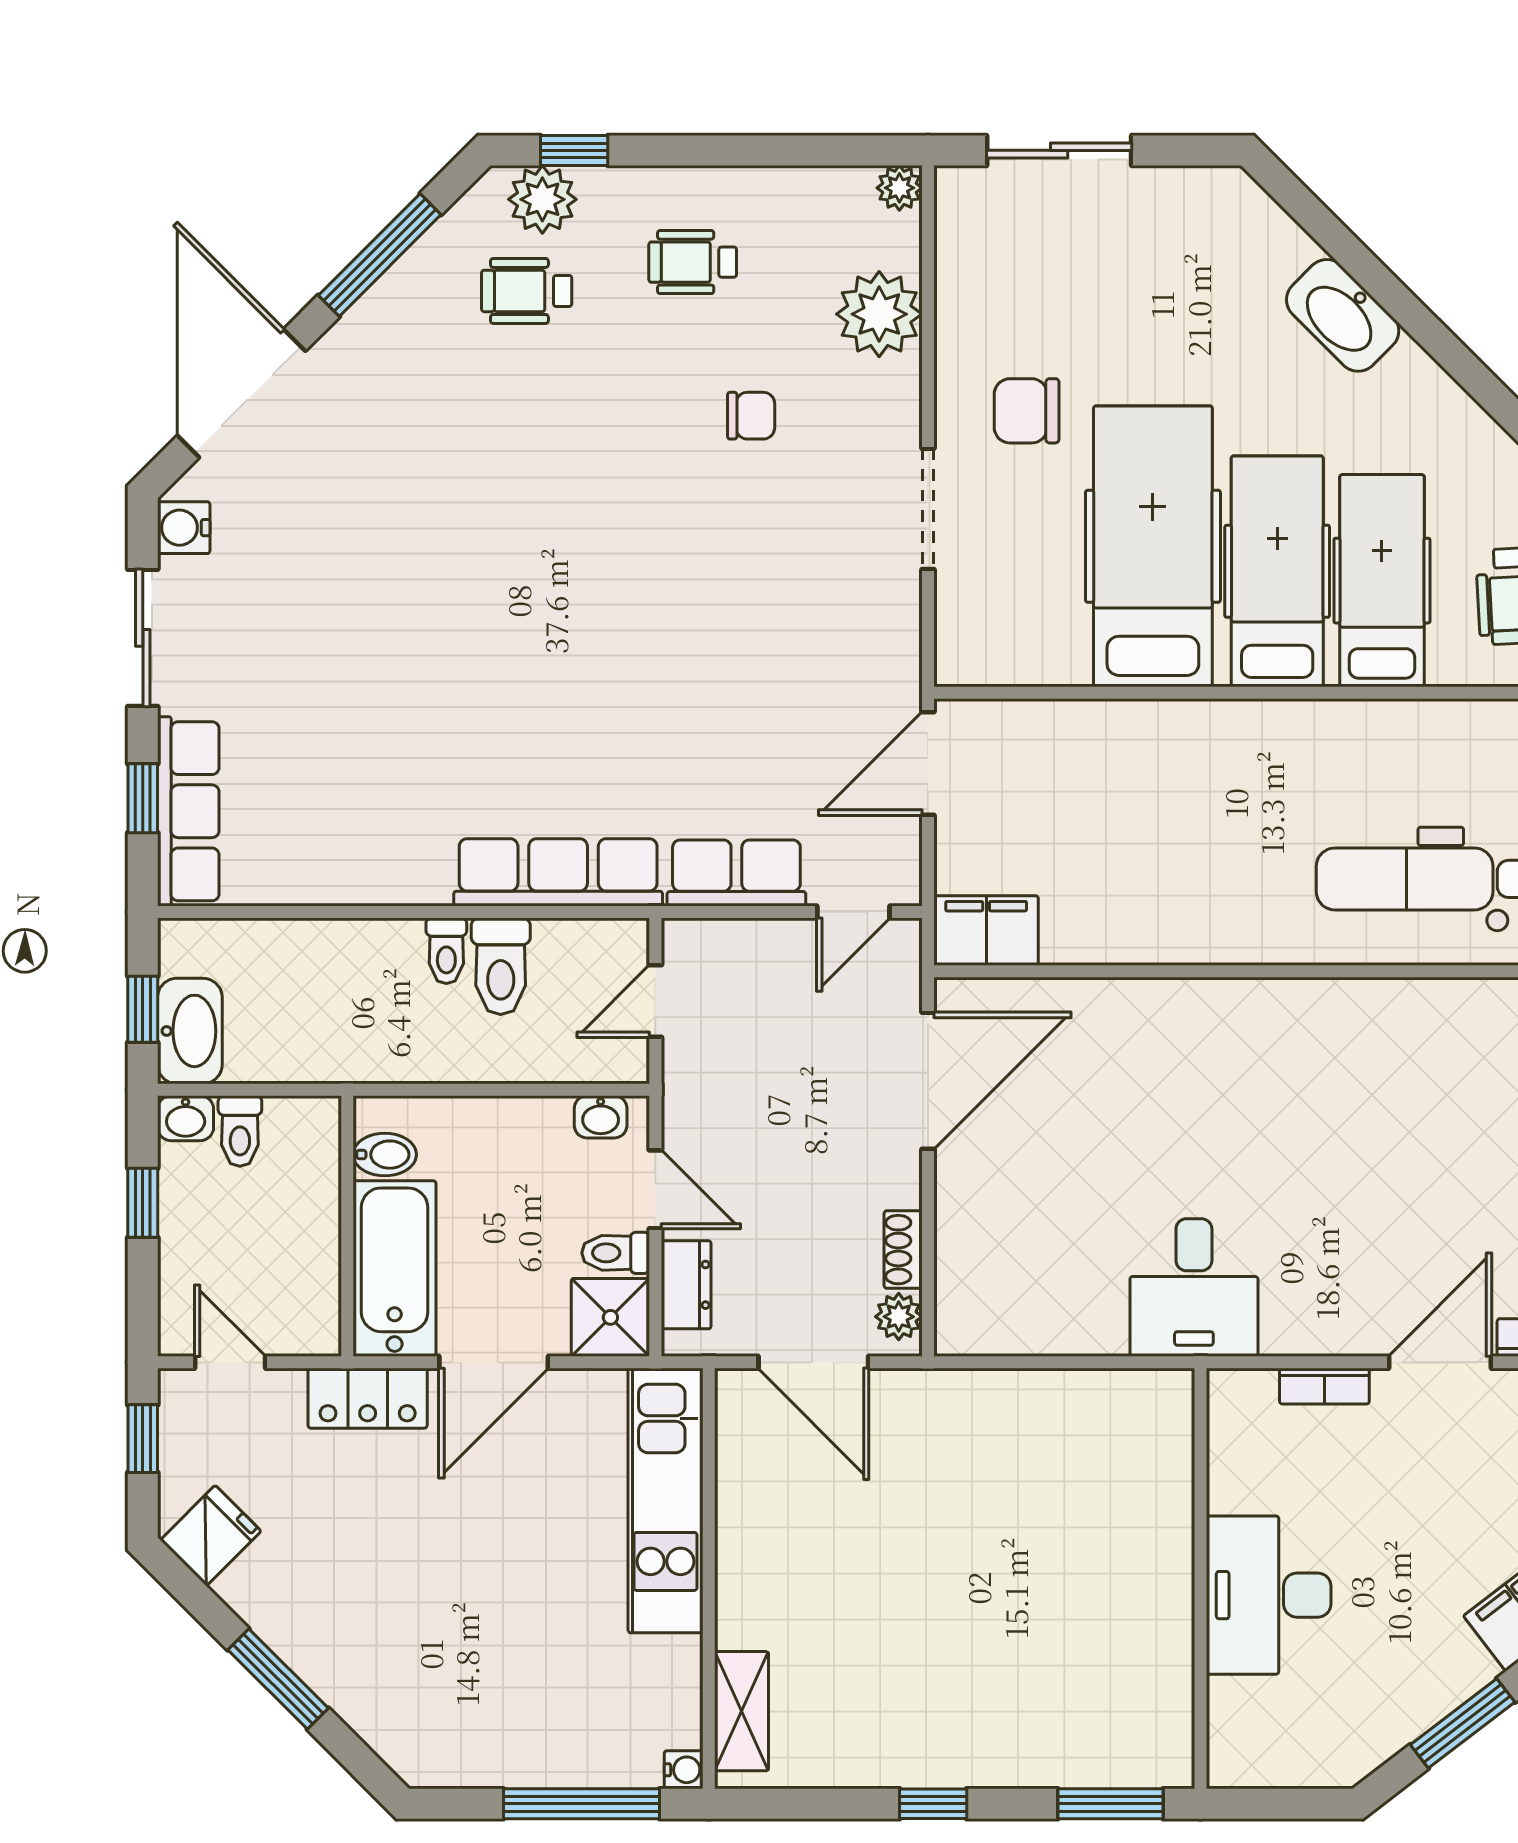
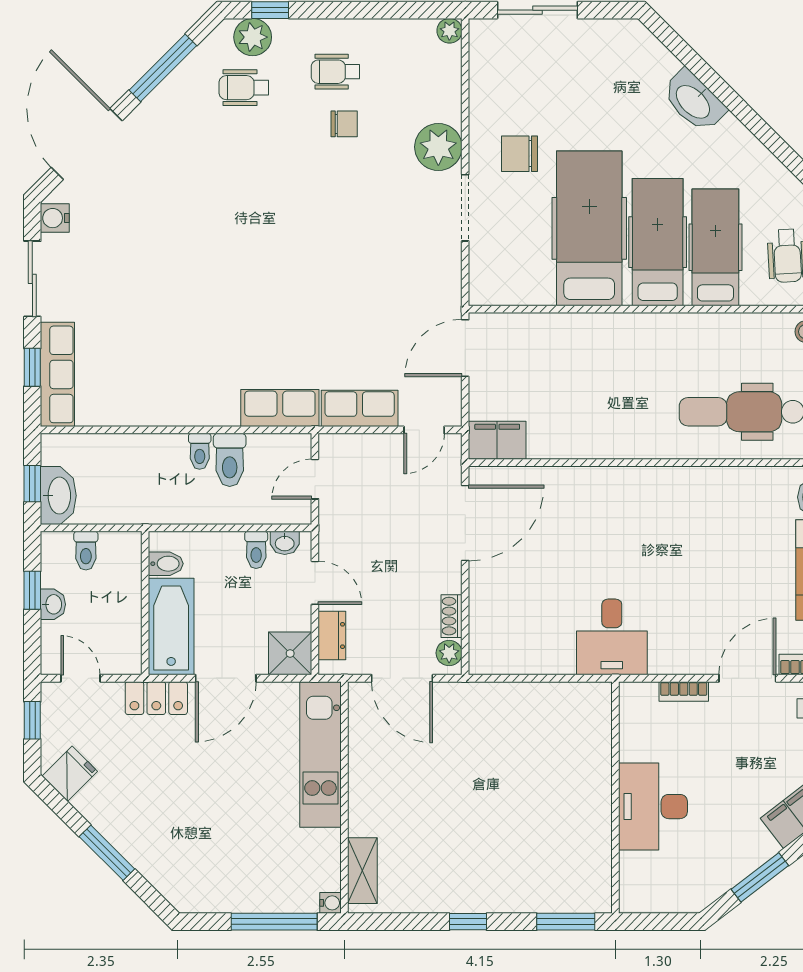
plant: (879, 314) -> (438, 147), moved
chair: (751, 416) -> (344, 124), moved
row of seats: (558, 872) -> (280, 408), width x0.68
washbasin: (186, 1118) -> (53, 604), moved, turned -90
toilet: (616, 1253) -> (256, 550), moved, turned -90

